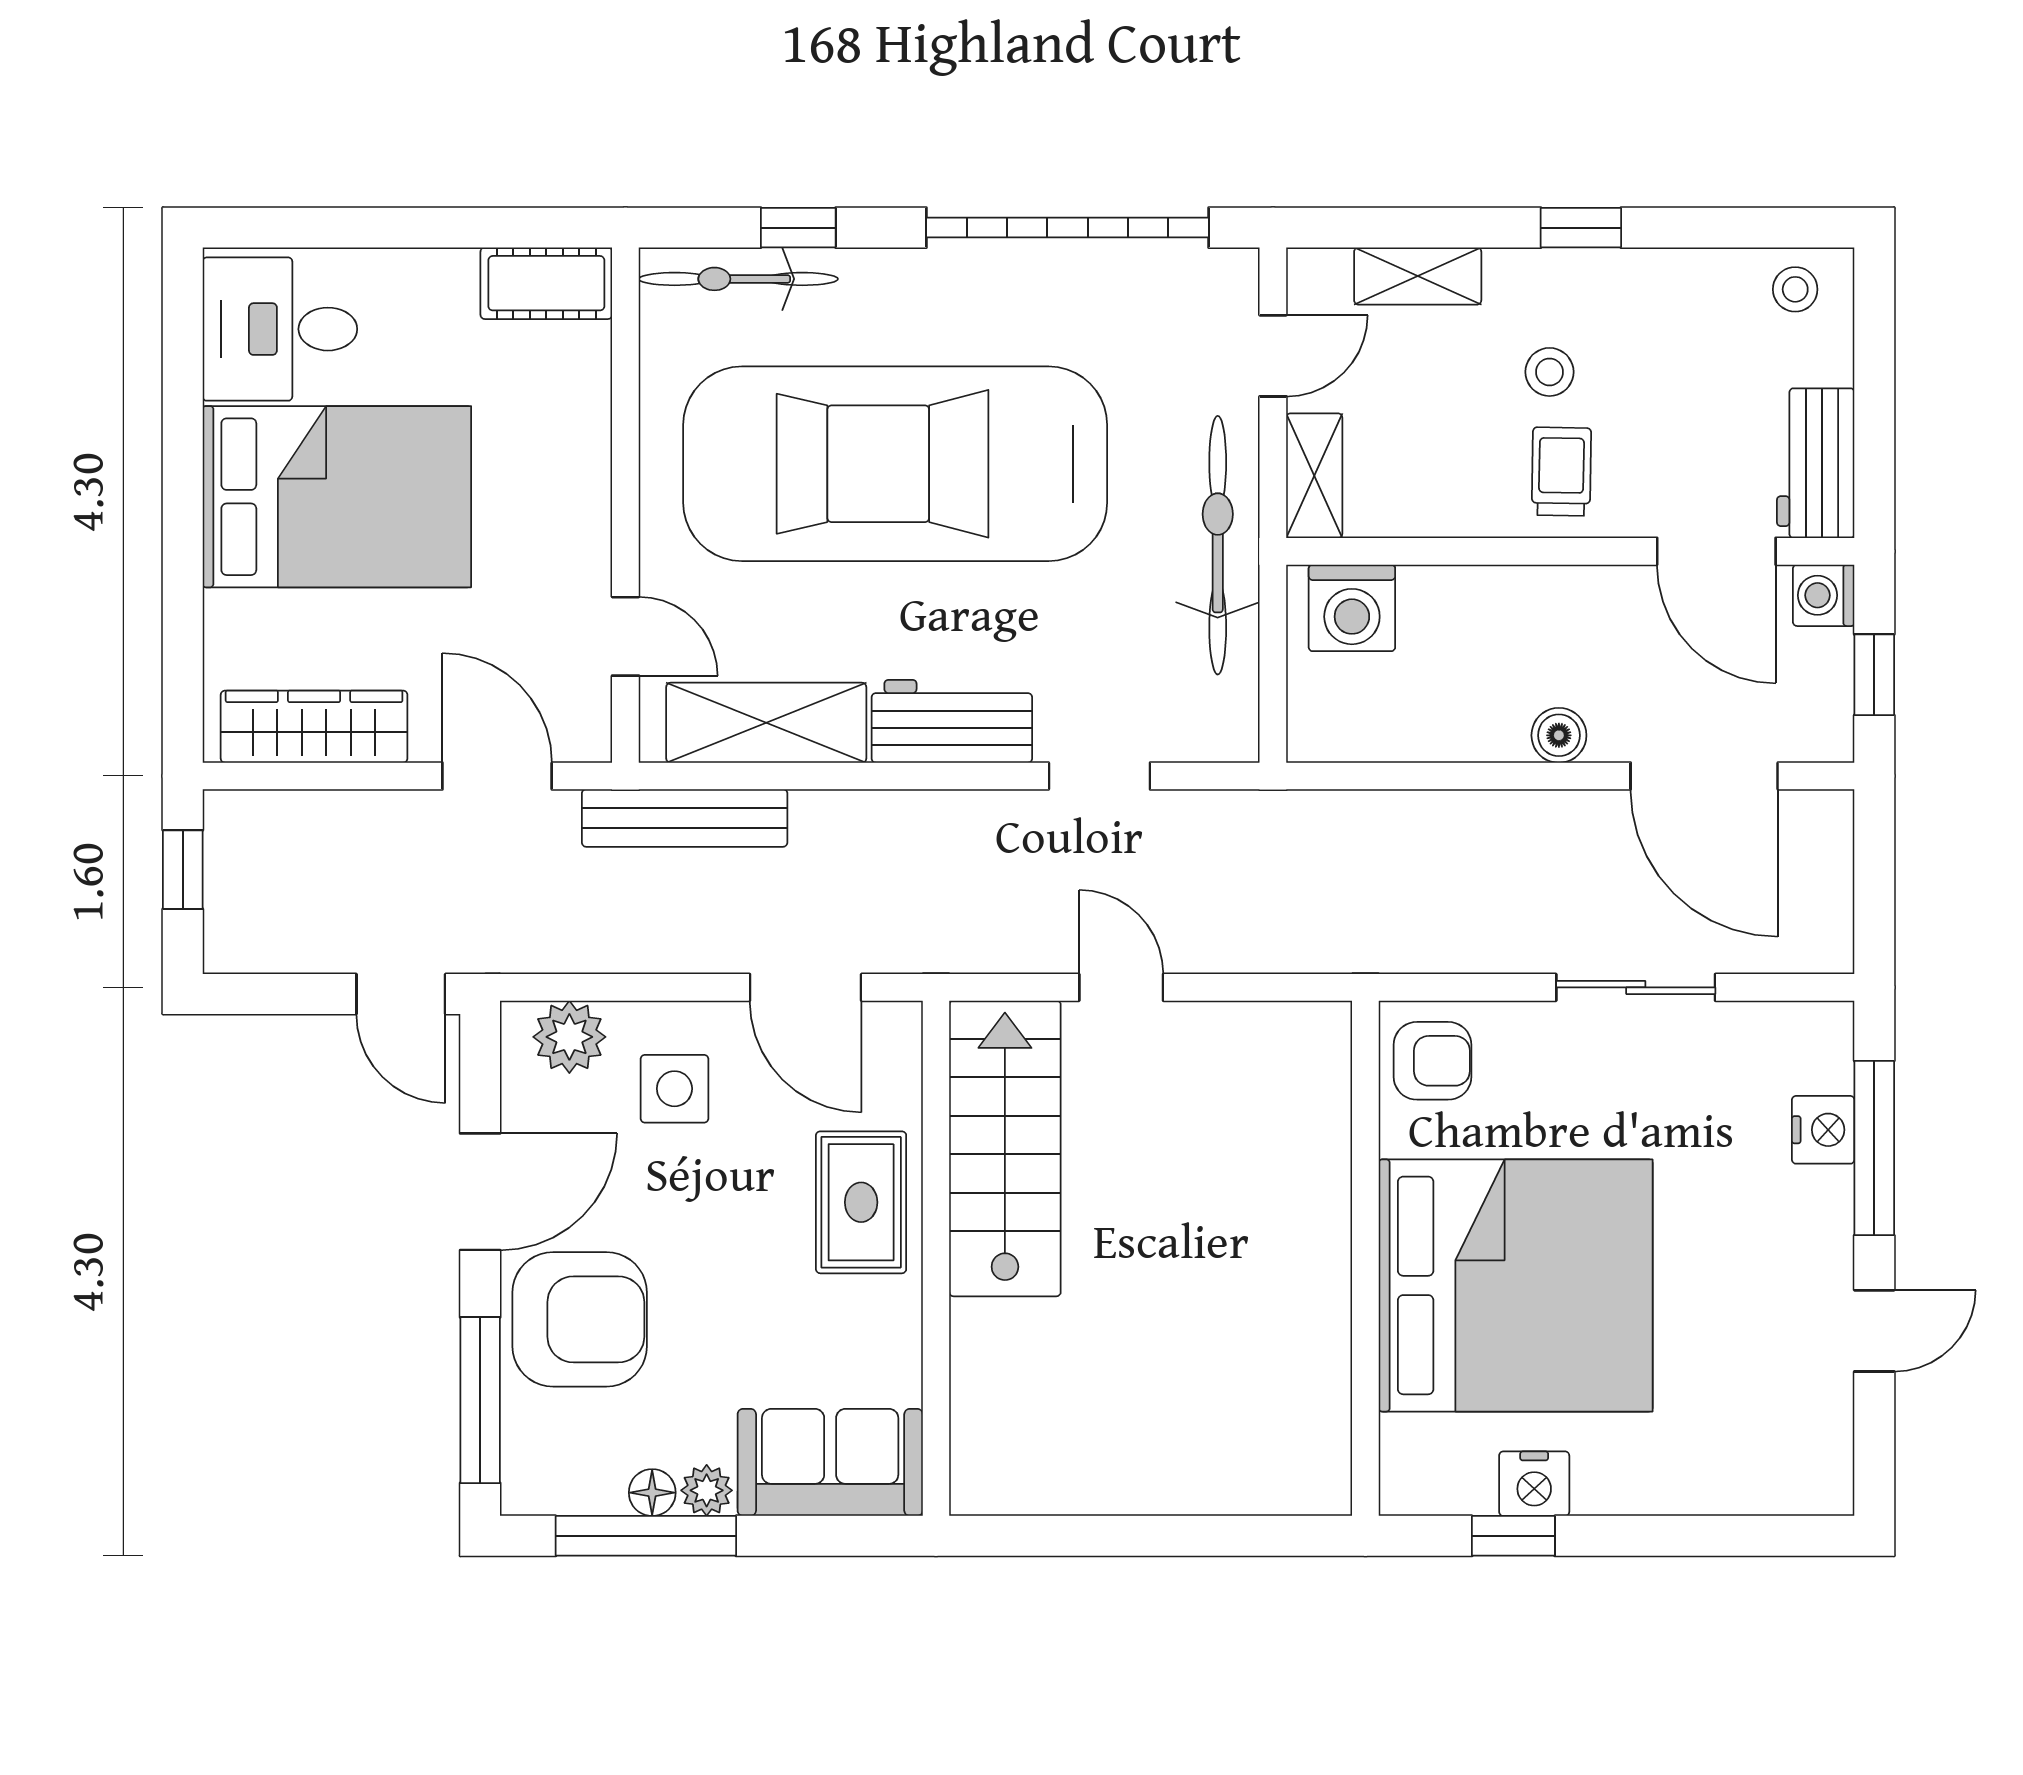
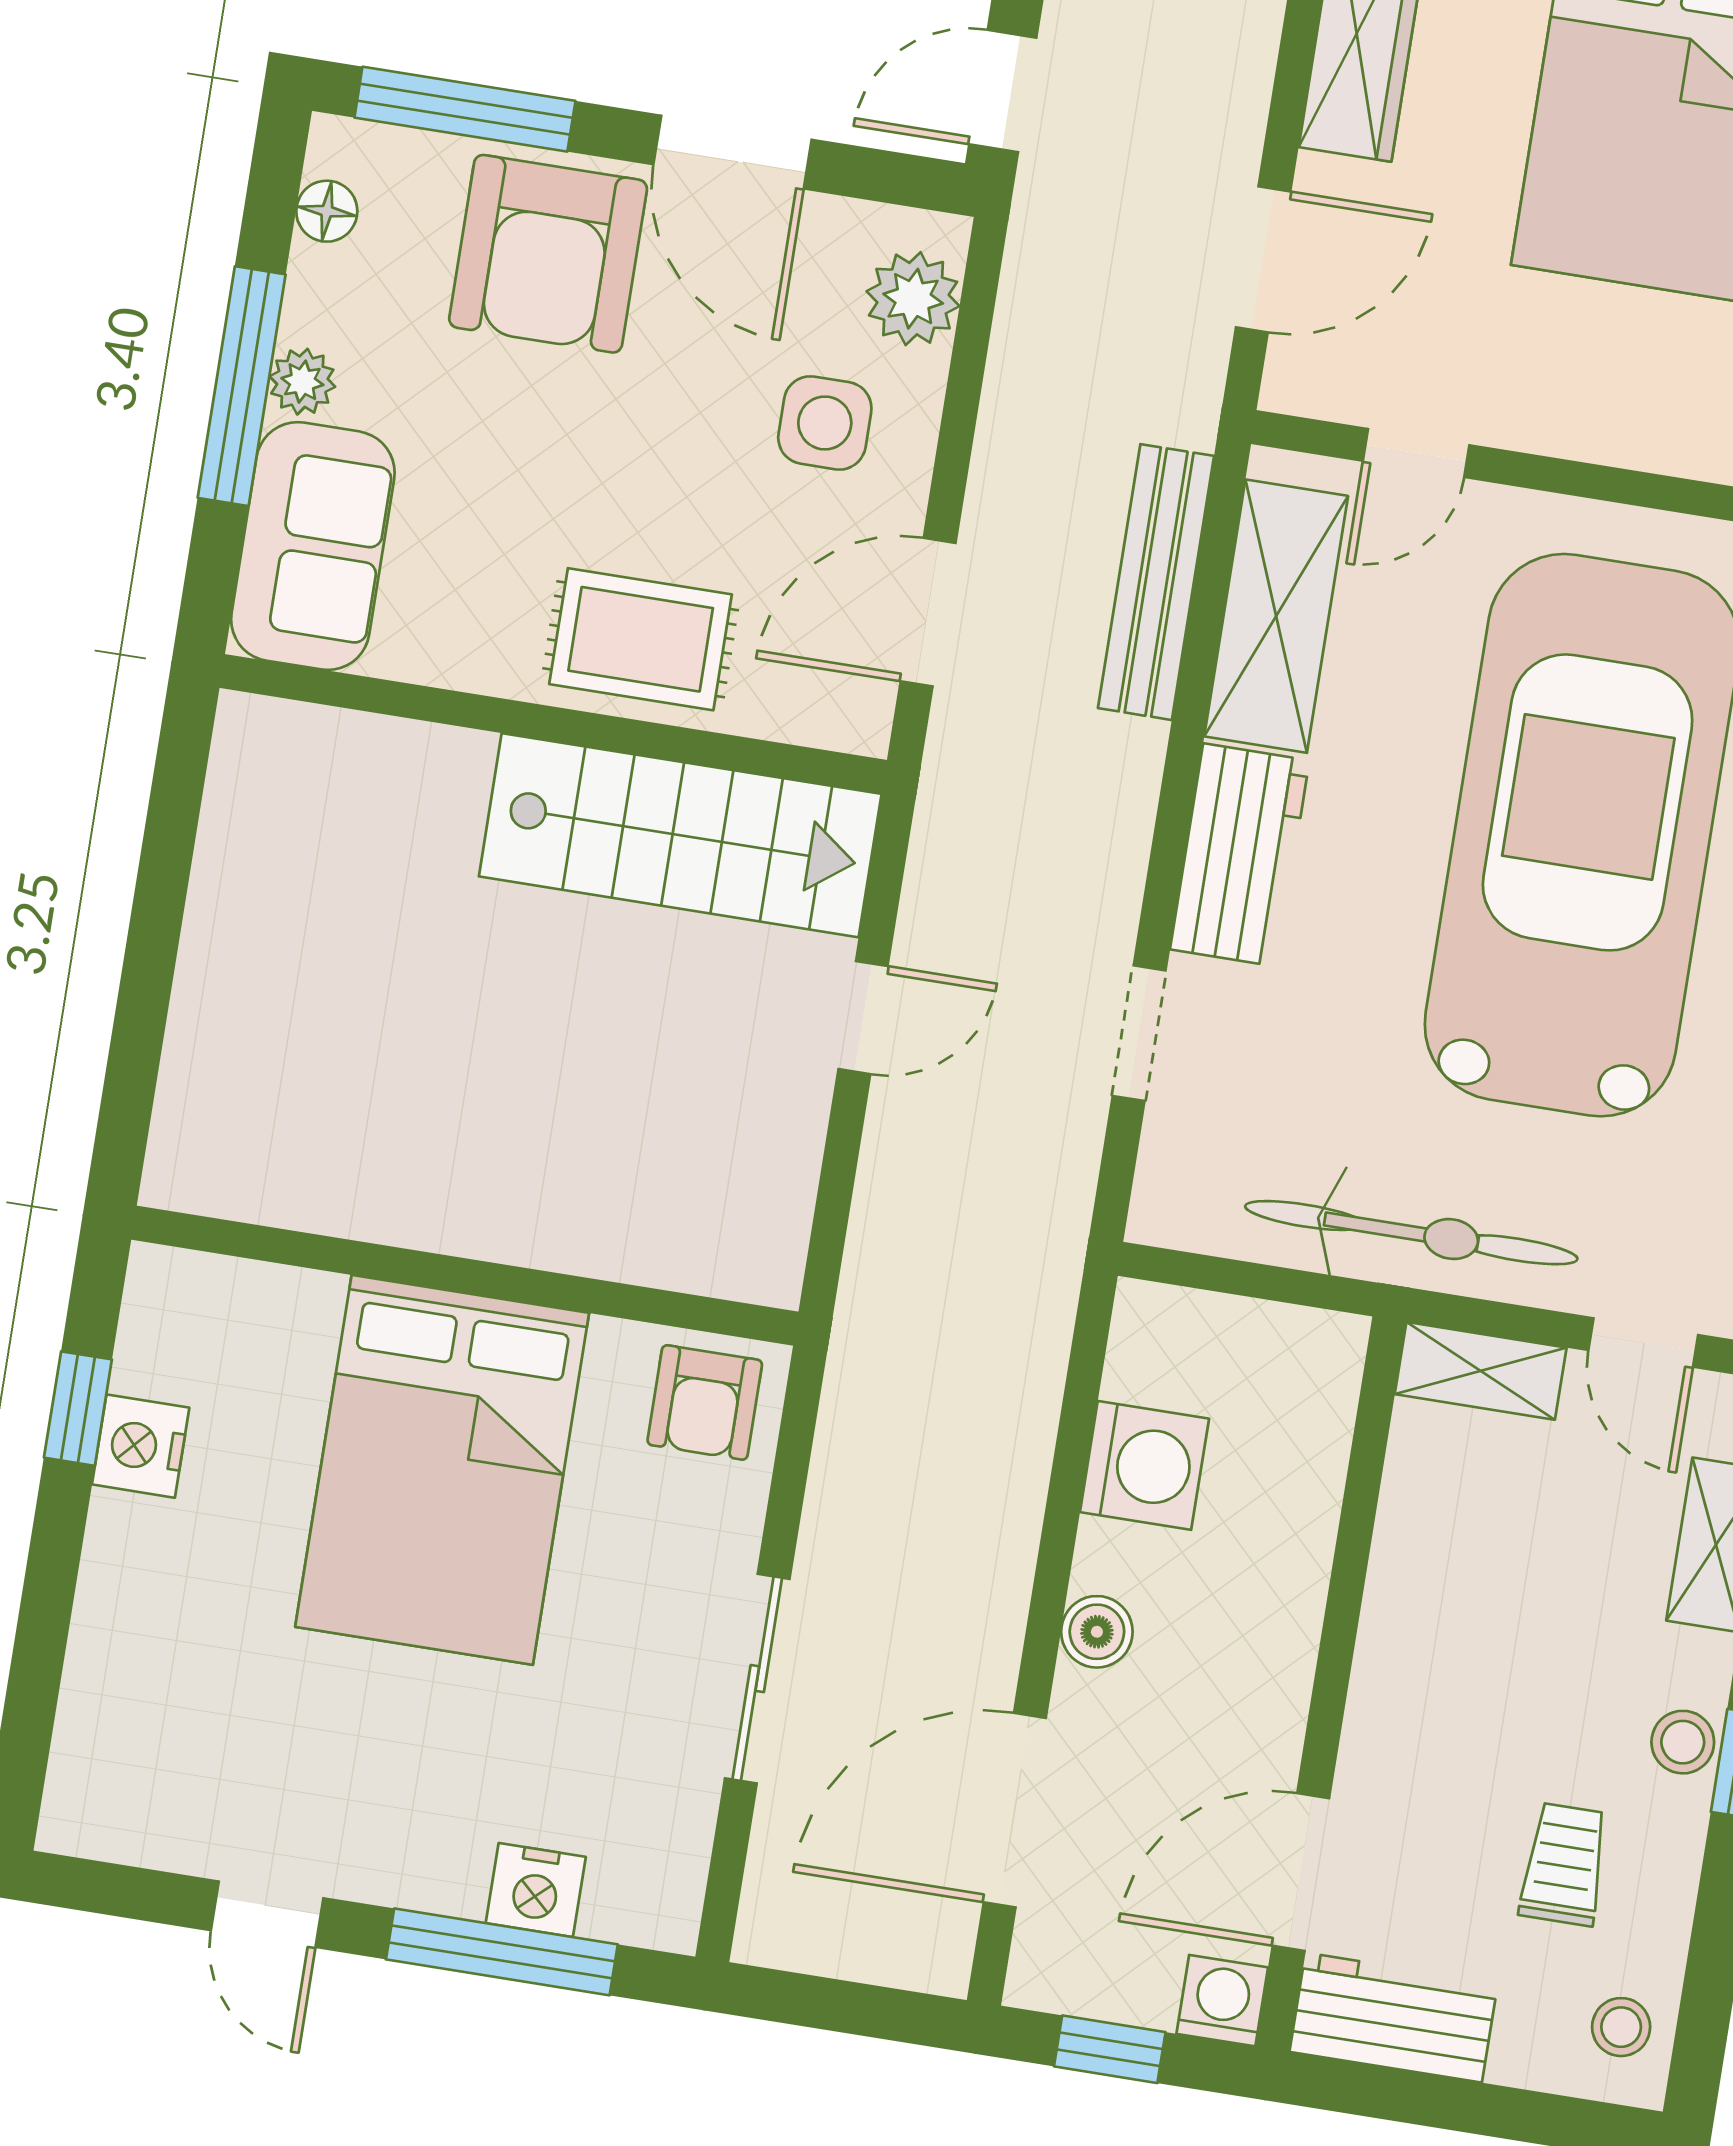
stool: (1549, 372) -> (1683, 1742), moved
trolley: (1561, 472) -> (1564, 1864), moved, turned -91
washing machine: (1352, 608) -> (1144, 1465), moved, turned 180
bench: (685, 818) -> (1156, 582), moved
bed: (1516, 1285) -> (442, 1470), width x0.73
floor lamp: (652, 1493) -> (327, 211), moved
window: (646, 1536) -> (242, 386), moved

